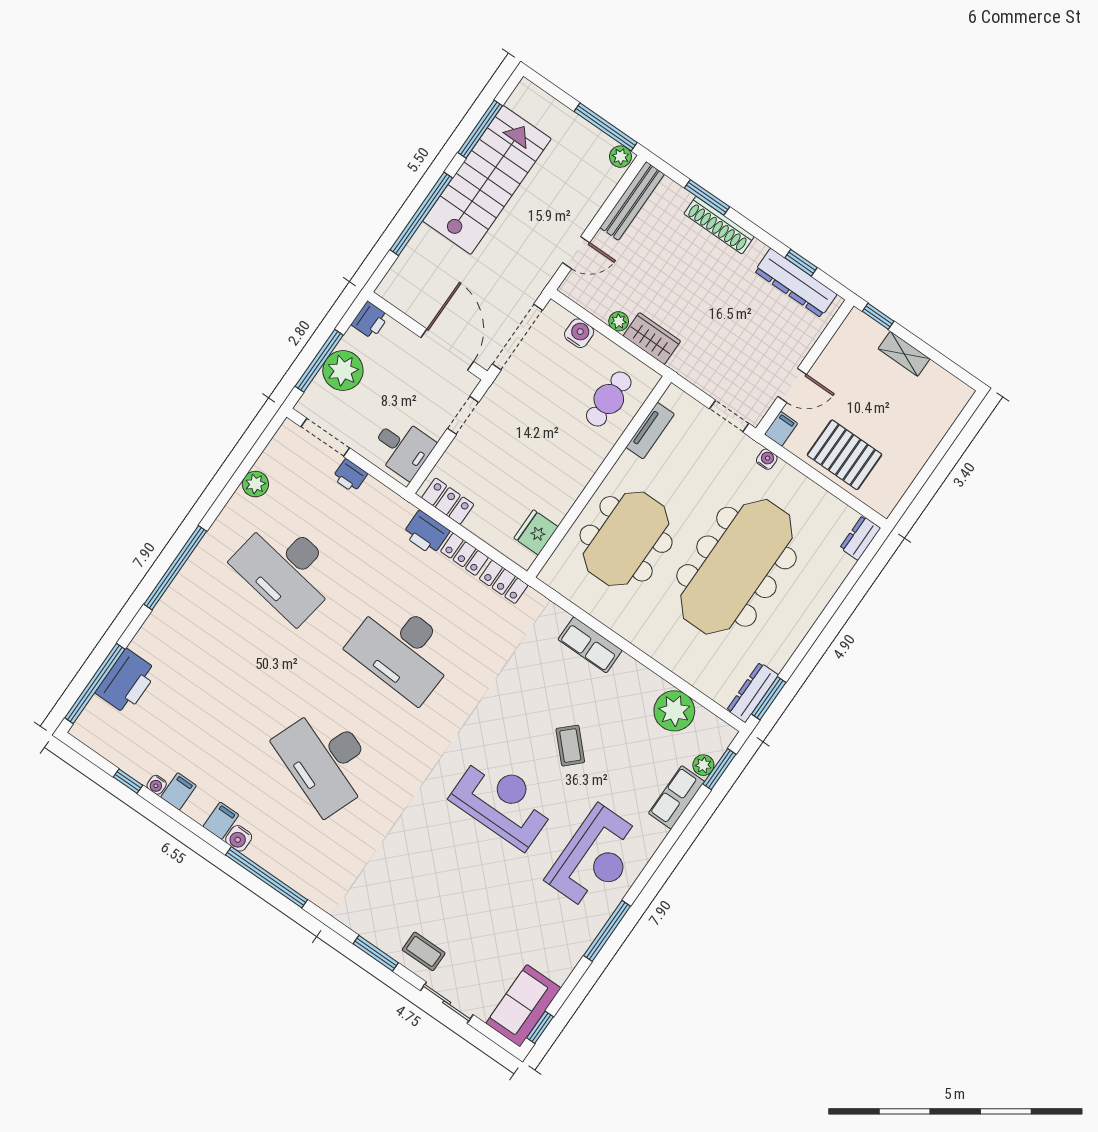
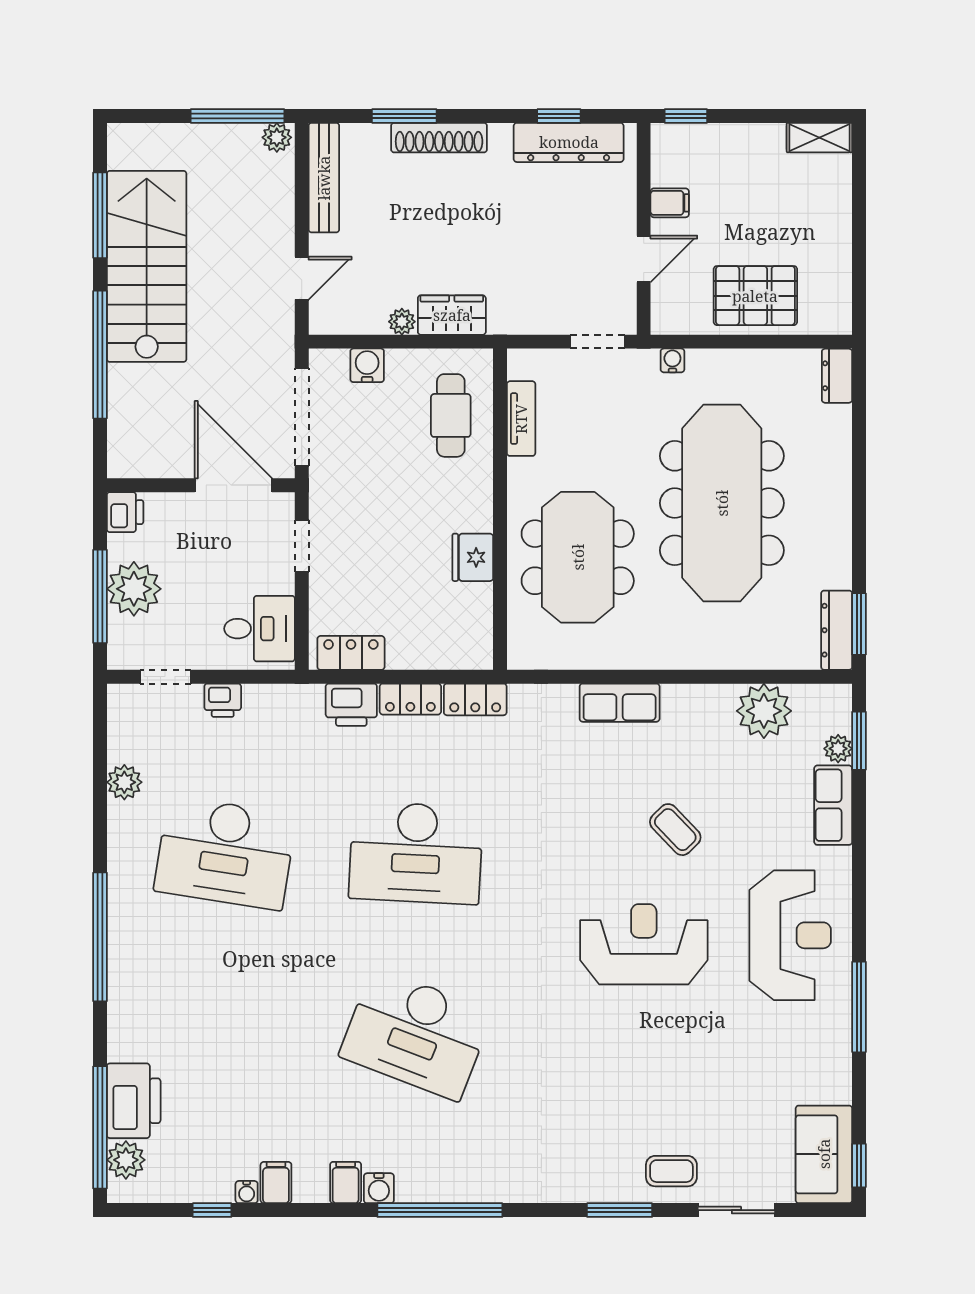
shelving: (904, 354) -> (819, 138), moved
filing cabinet: (781, 429) -> (670, 203), moved, turned 90
doorway: (325, 437) -> (166, 677), width x0.73
fridge: (536, 532) -> (473, 557), moved
plant: (97, 714) -> (126, 1160), added

